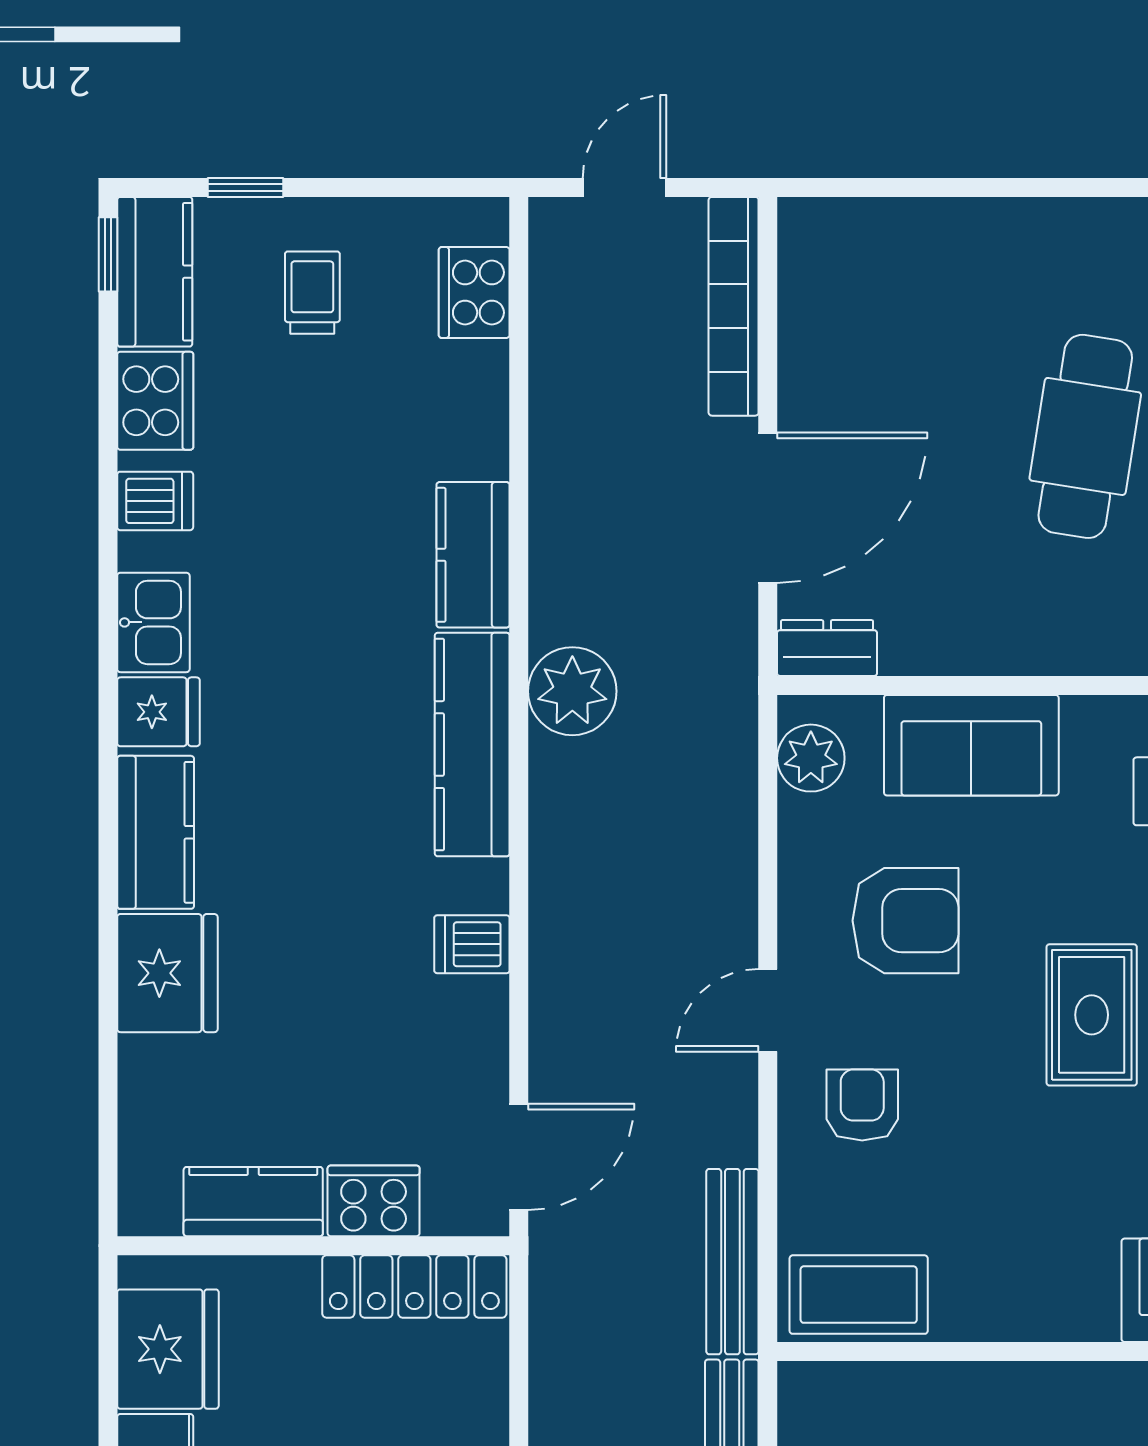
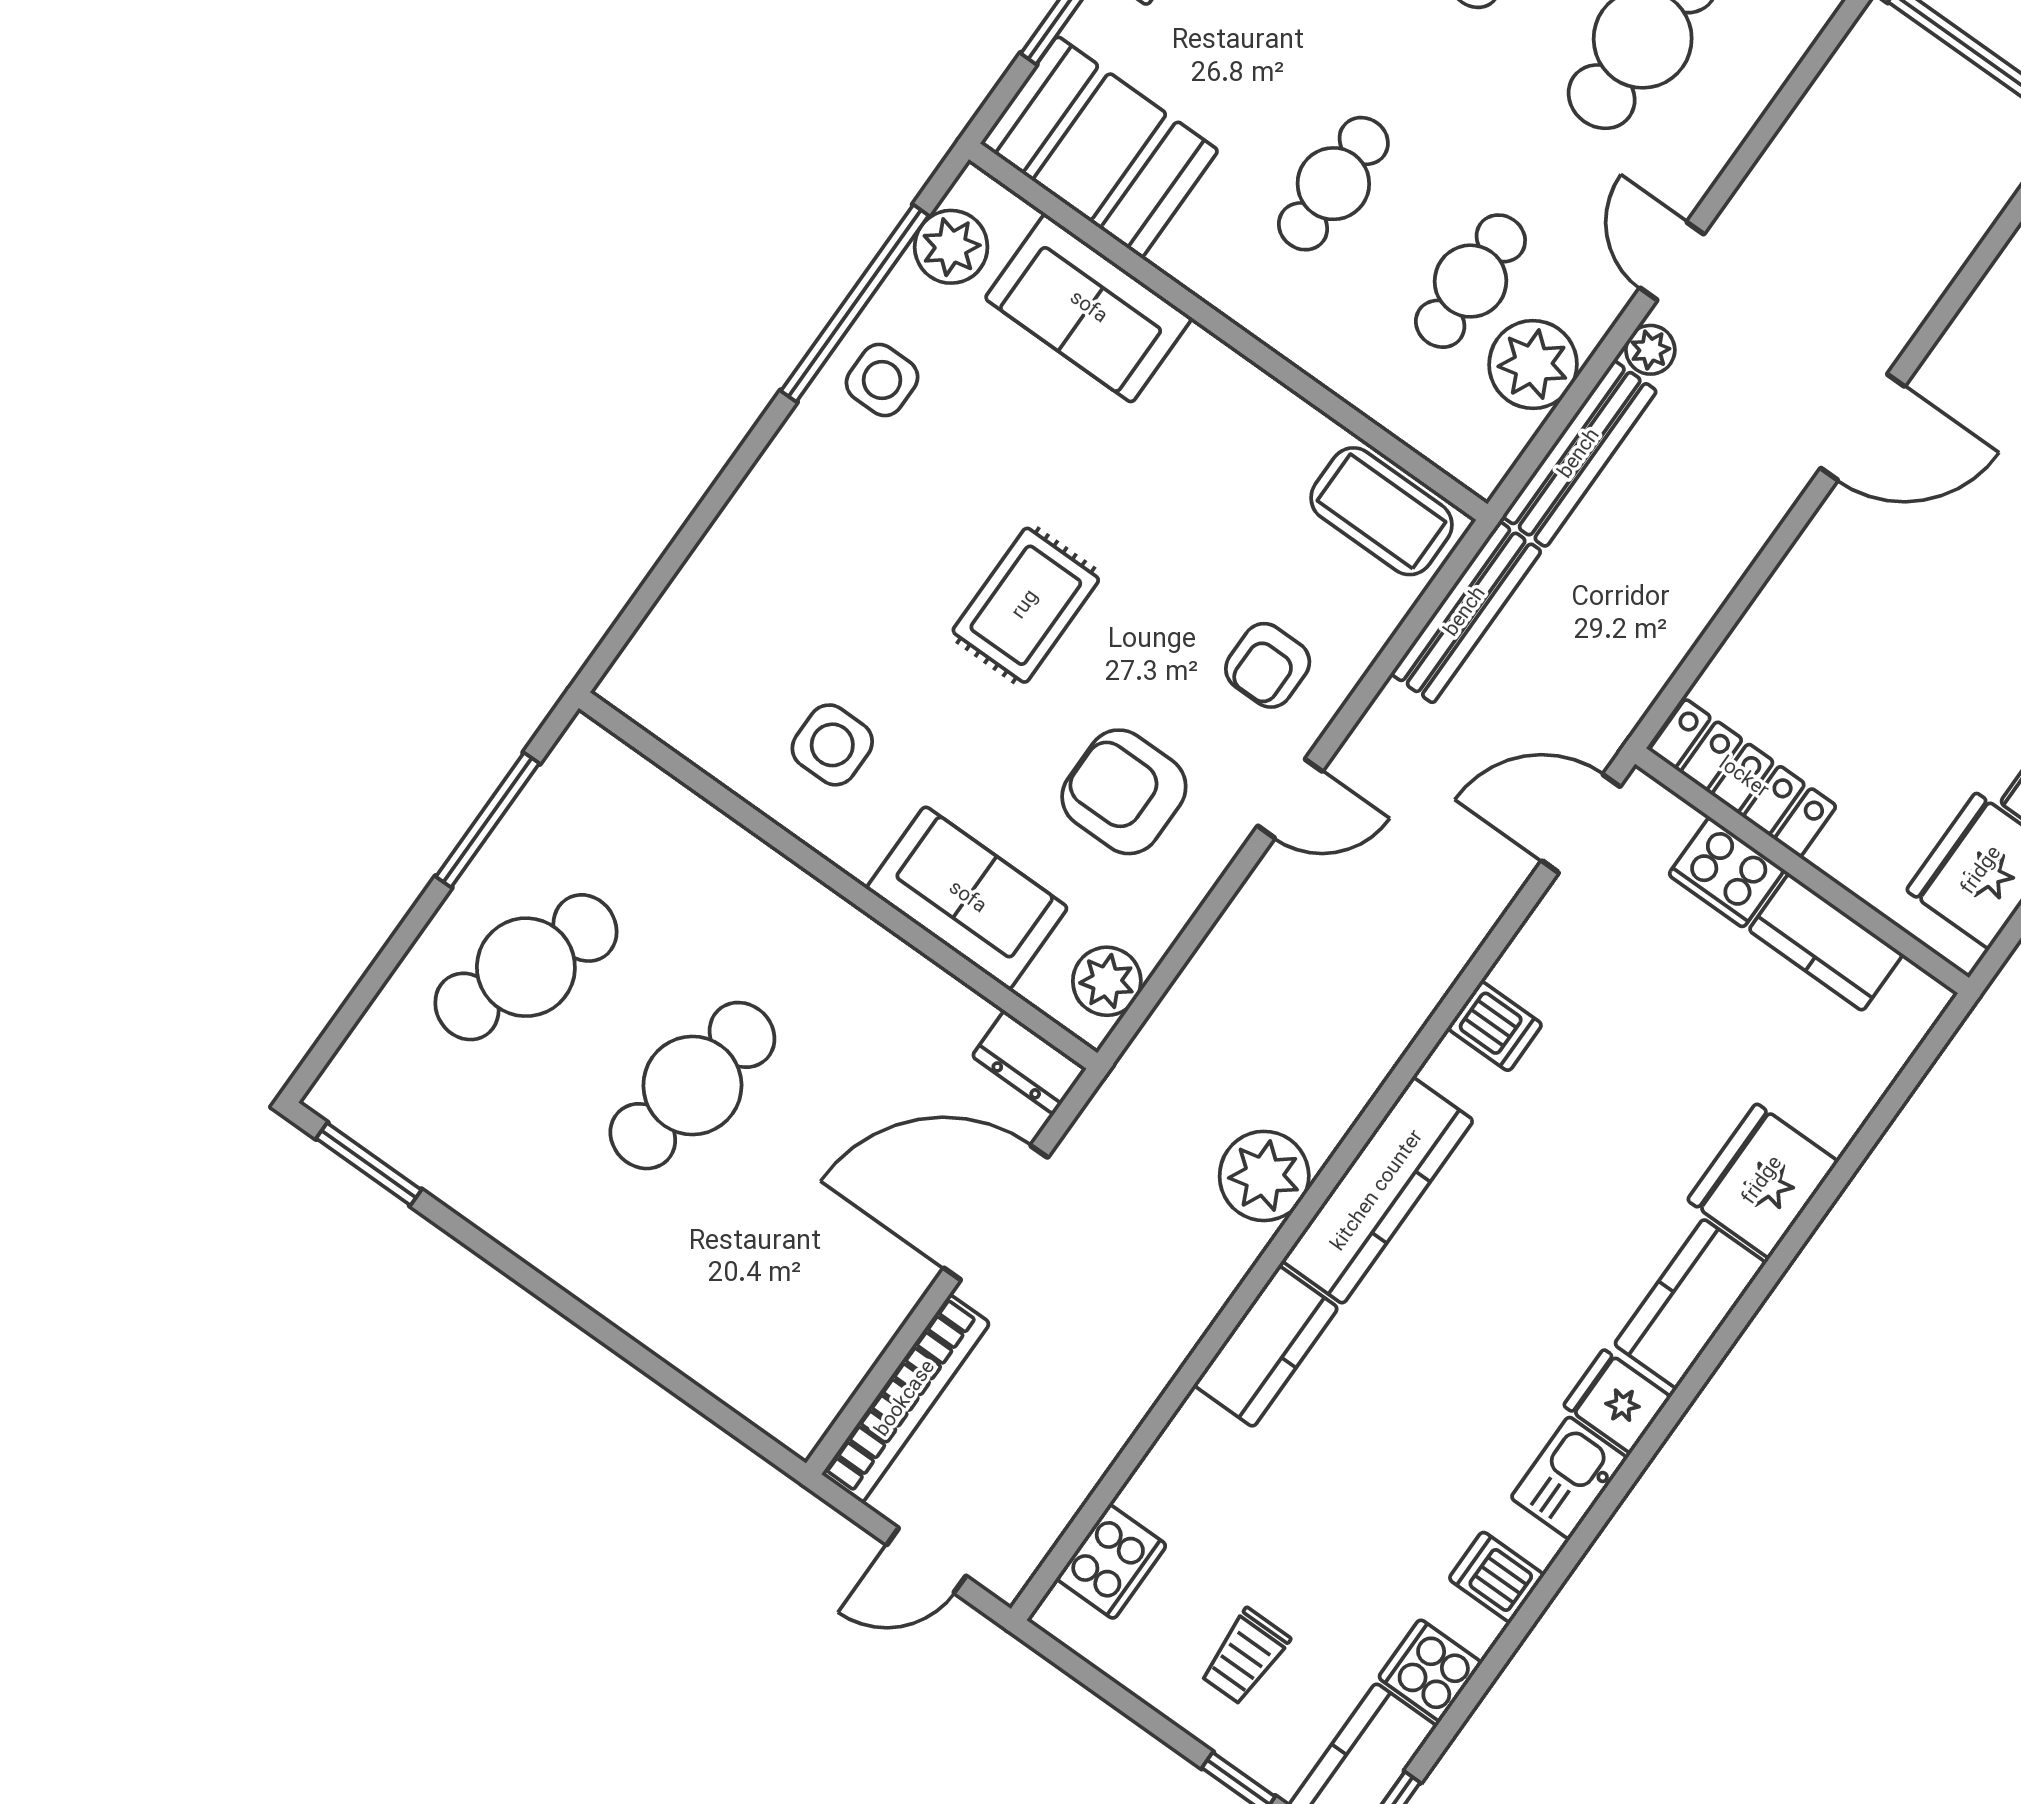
cooker: (155, 401) -> (1430, 1670), width x0.73

